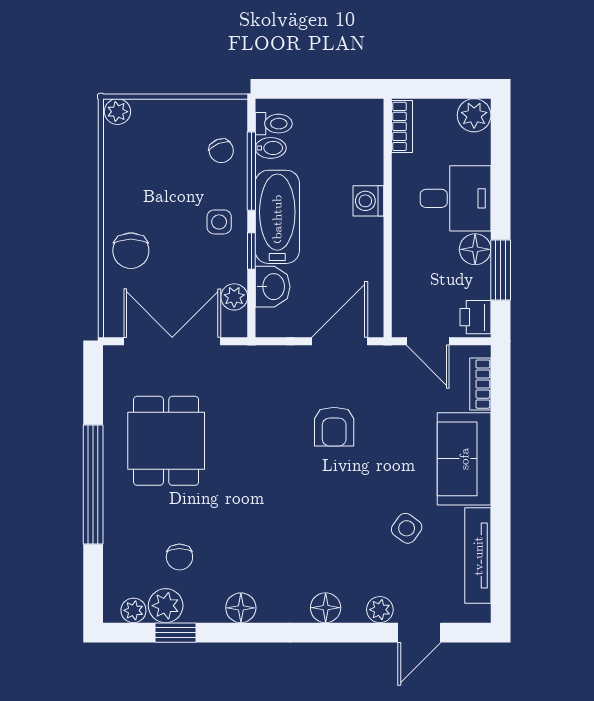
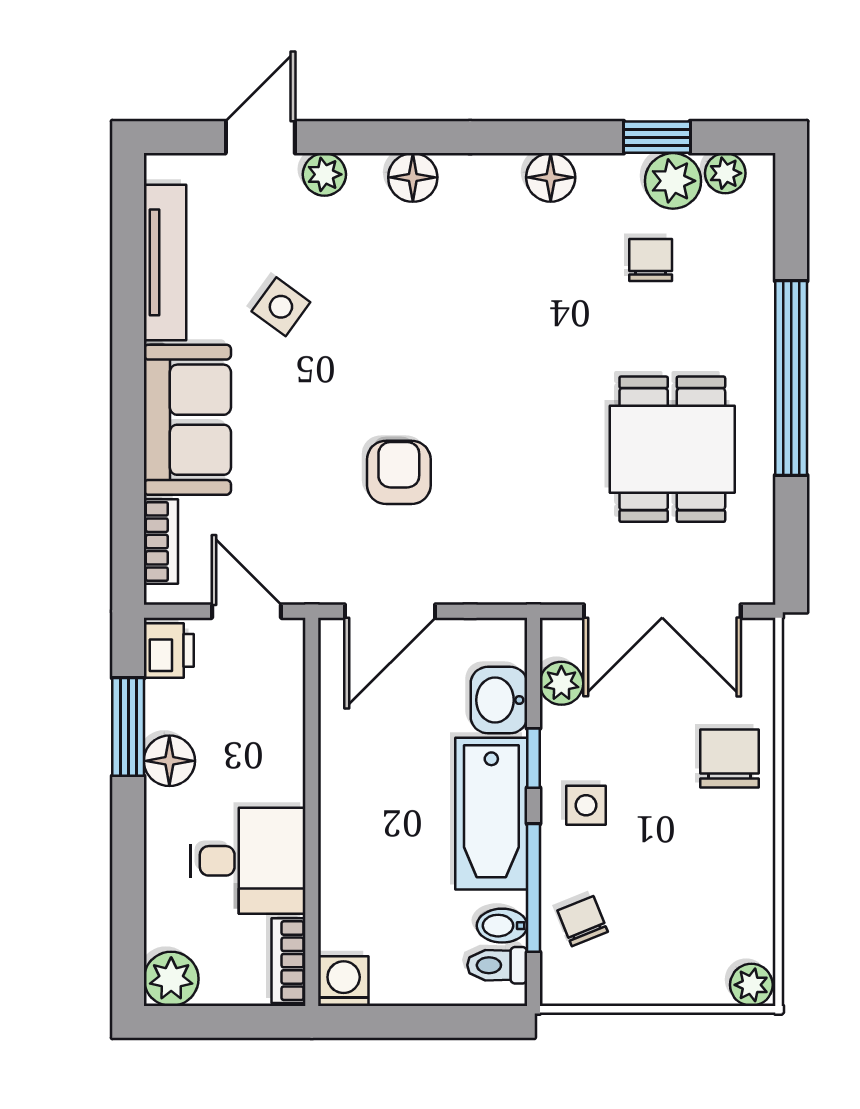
desk: (456, 198) -> (248, 861), moved, turned 180
washing machine: (368, 201) -> (344, 981), moved, turned -90

